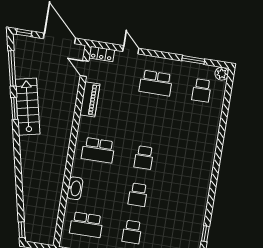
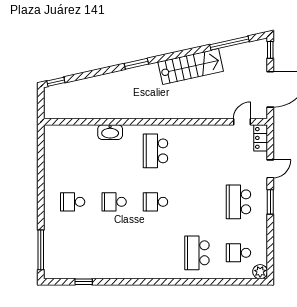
window: (193, 60) -> (270, 202), moved
piano: (90, 99) -> (209, 133), removed
window: (14, 108) -> (136, 64), moved
school desk: (86, 225) -> (197, 253), moved

